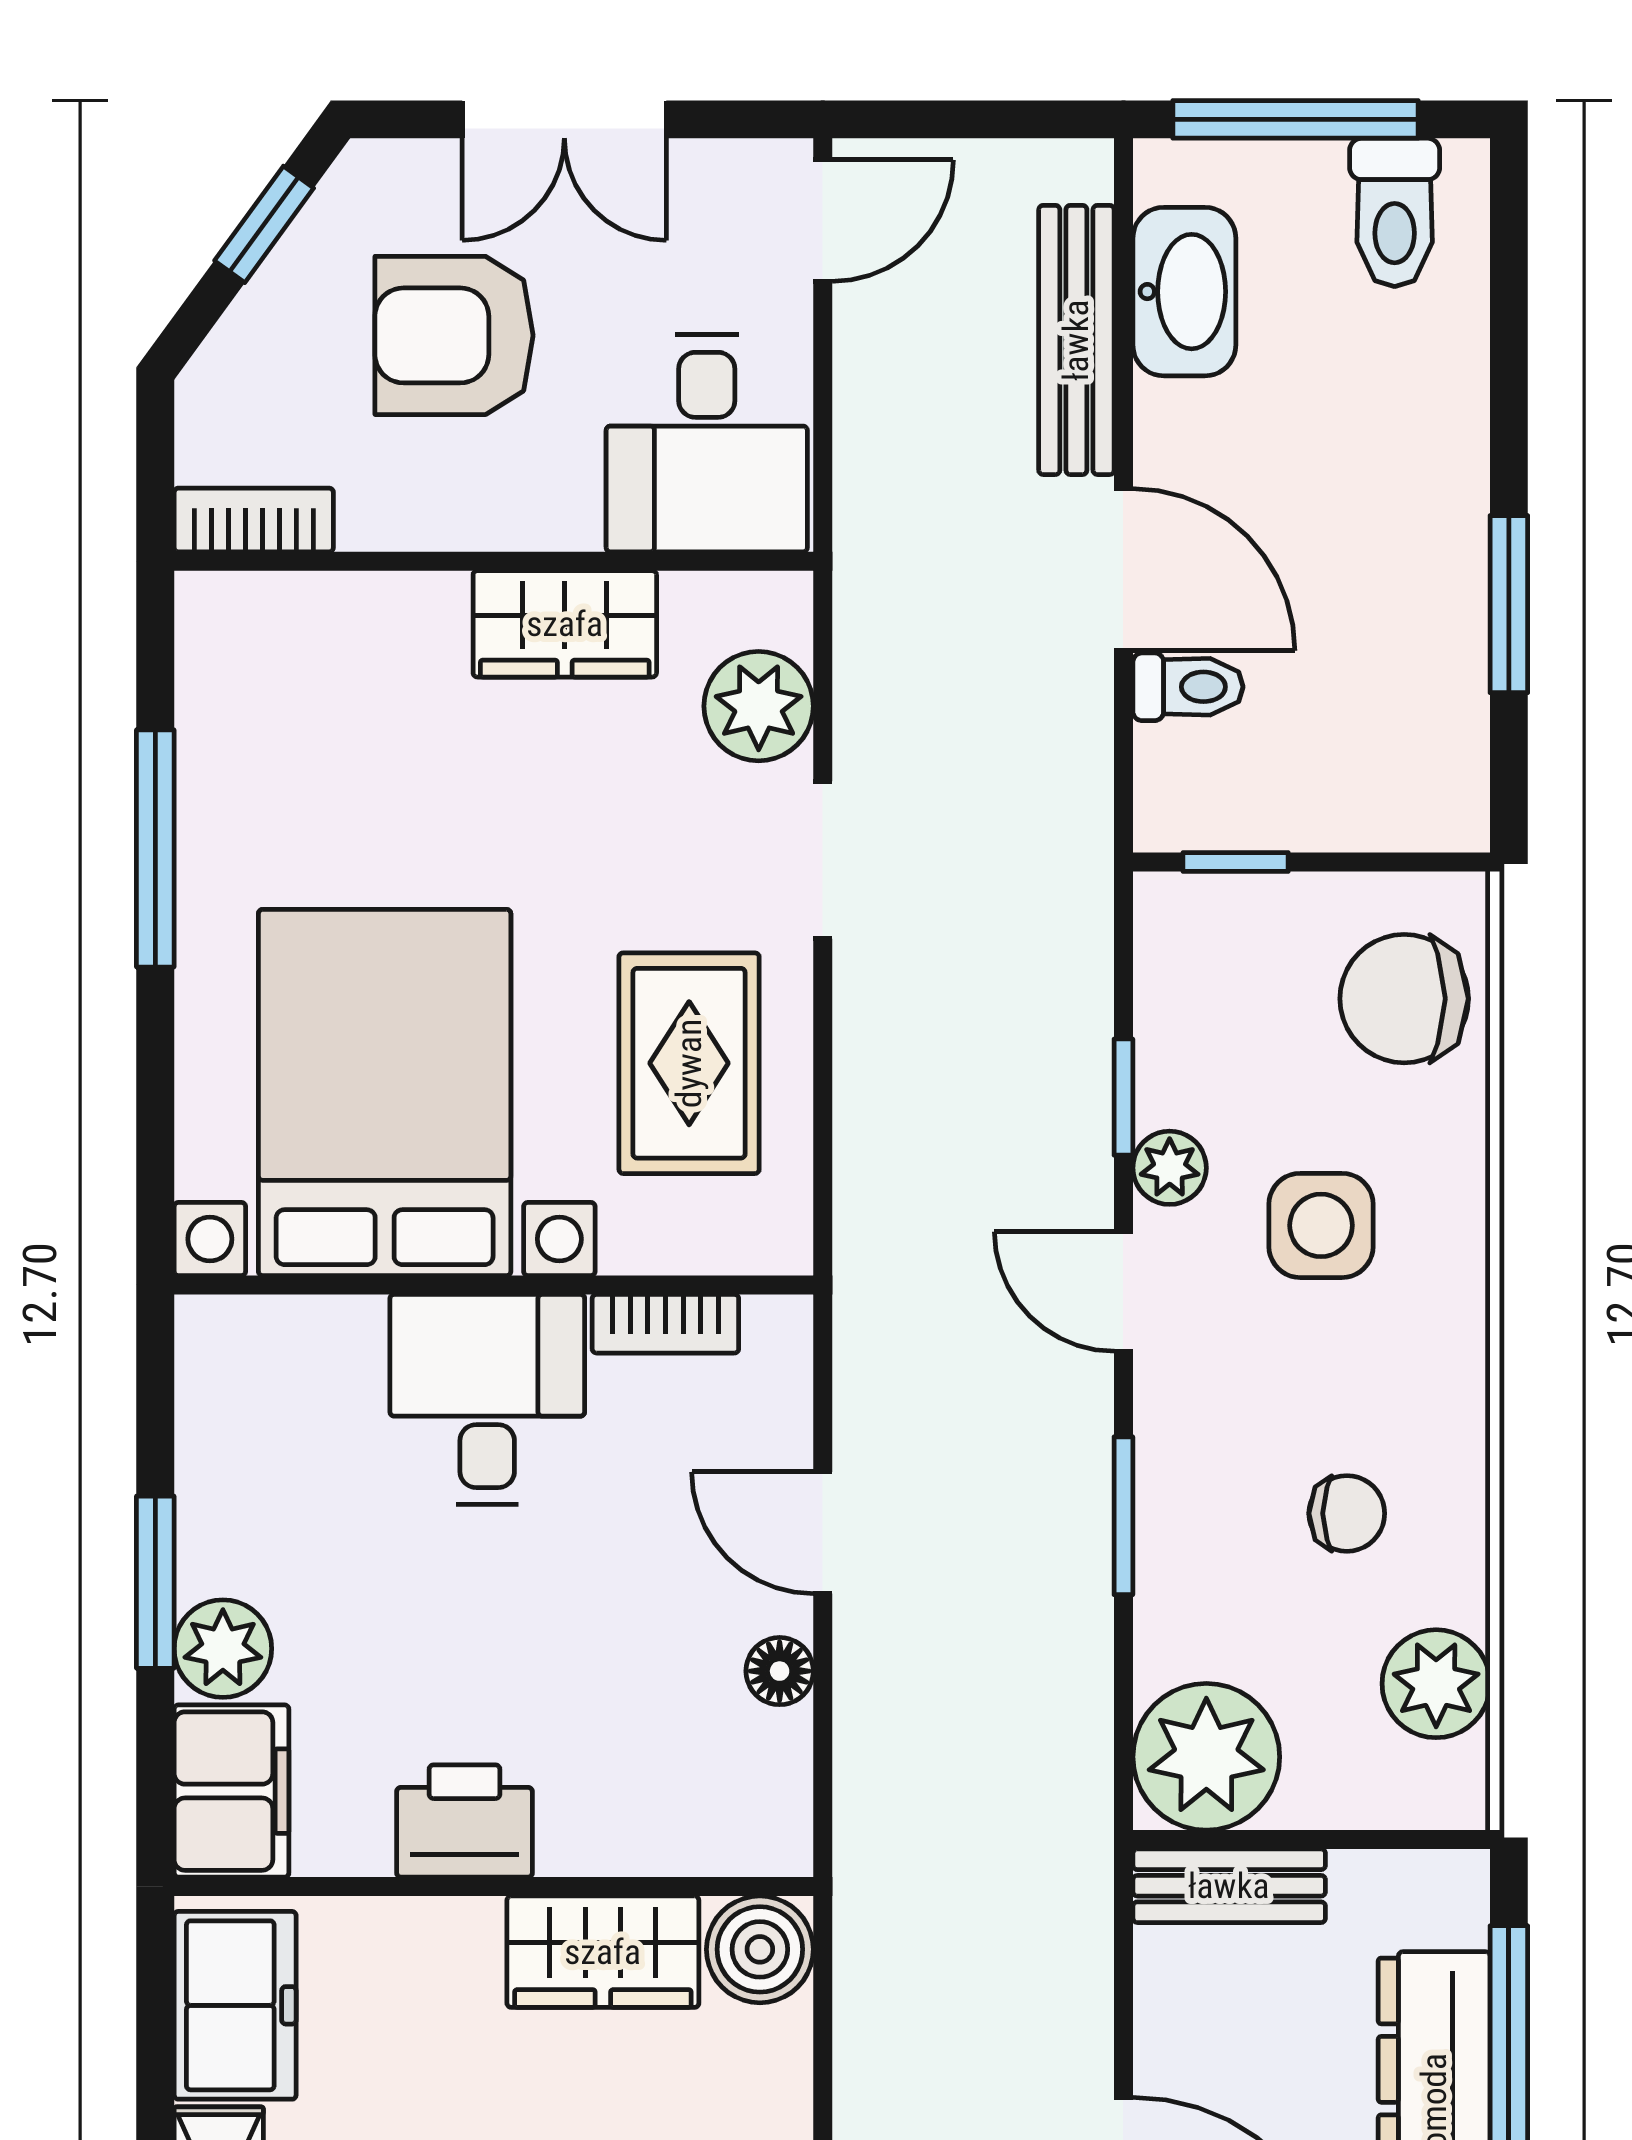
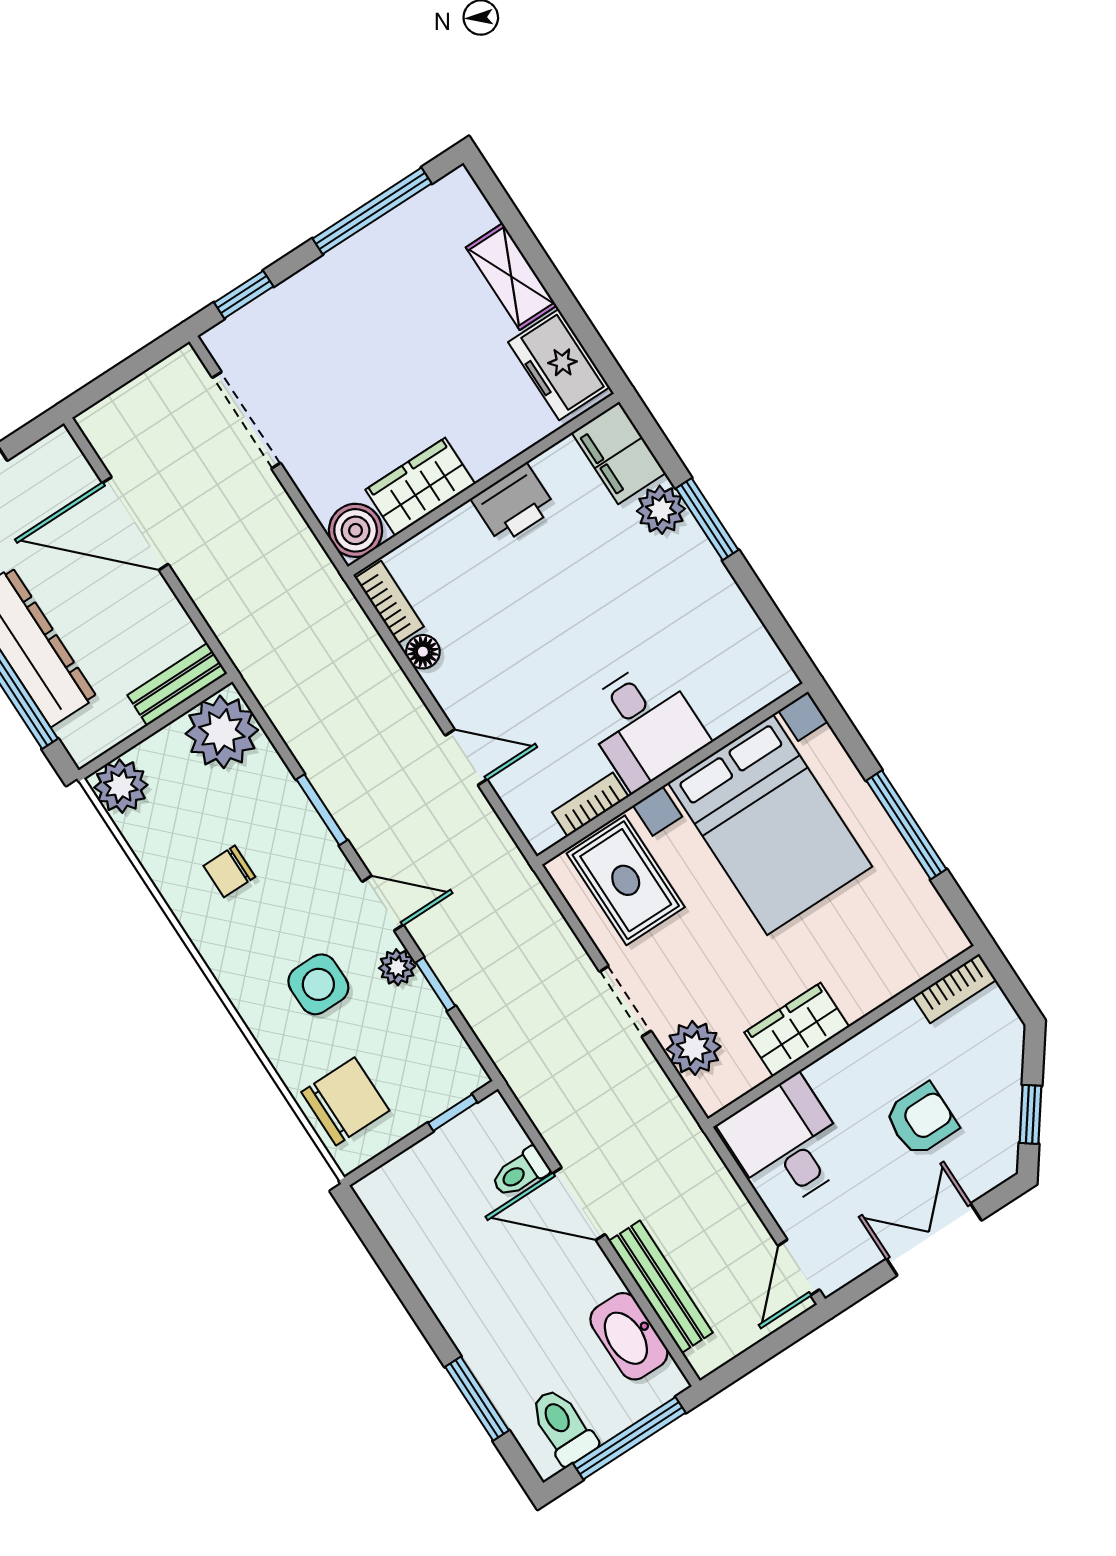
armchair: (454, 335) -> (921, 1120), width x0.72, depth x0.72
window: (1509, 604) -> (477, 1399), moved
bed with nightstands: (385, 1093) -> (770, 825), moved
wall: (494, 1285) -> (672, 774), moved
bookcase: (665, 1324) -> (590, 805), moved
desk: (487, 1399) -> (644, 725), moved
door: (823, 1533) -> (466, 757), moved
plant: (1436, 1684) -> (121, 786), moved
bookcase: (782, 1791) -> (389, 602), added

